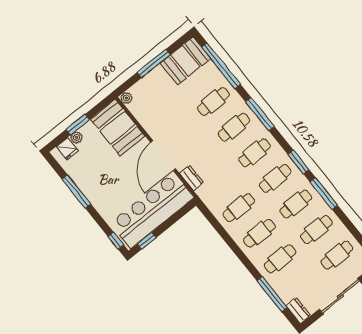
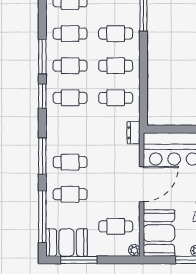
window: (154, 63) -> (79, 260), moved
cafe table: (255, 153) -> (116, 226), moved
dresser: (191, 178) -> (134, 133), moved

